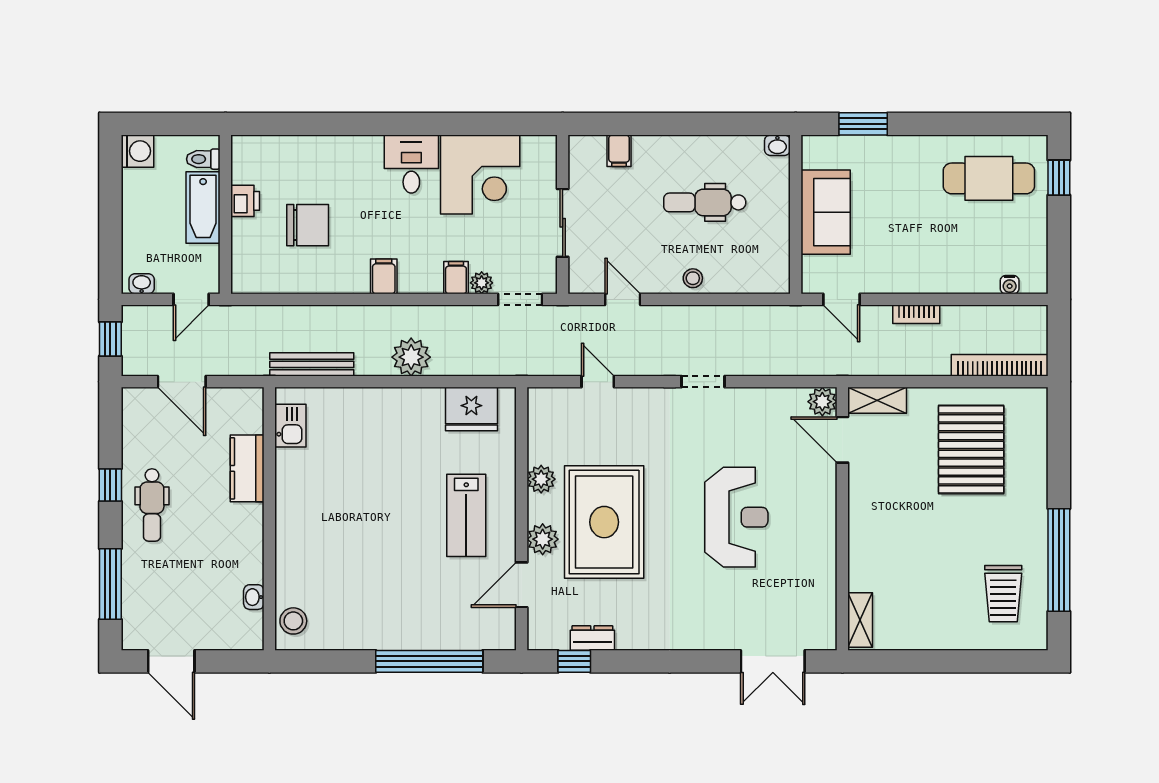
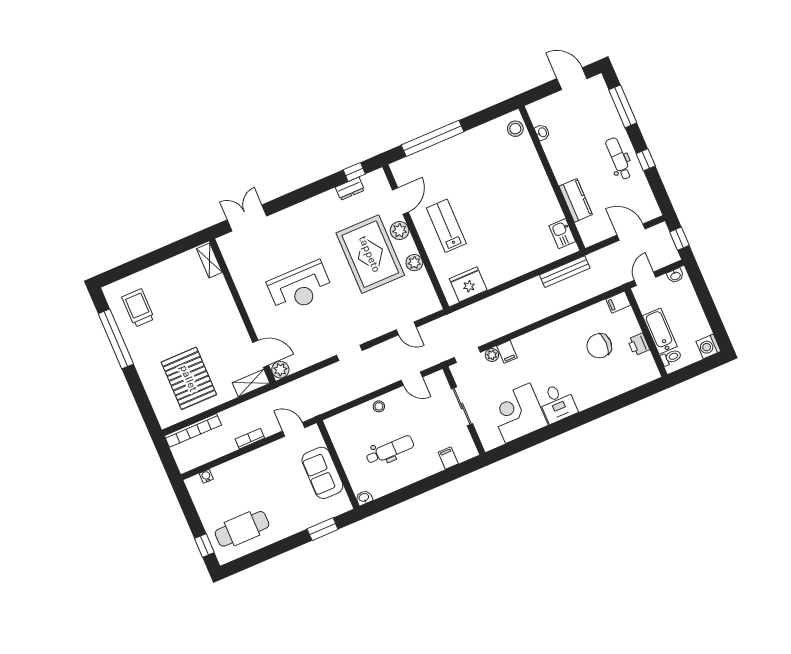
filing cabinet: (384, 276) -> (618, 302), moved, turned 90
plant: (411, 357) -> (513, 299), removed
reception desk: (736, 517) -> (300, 287), turned -90

